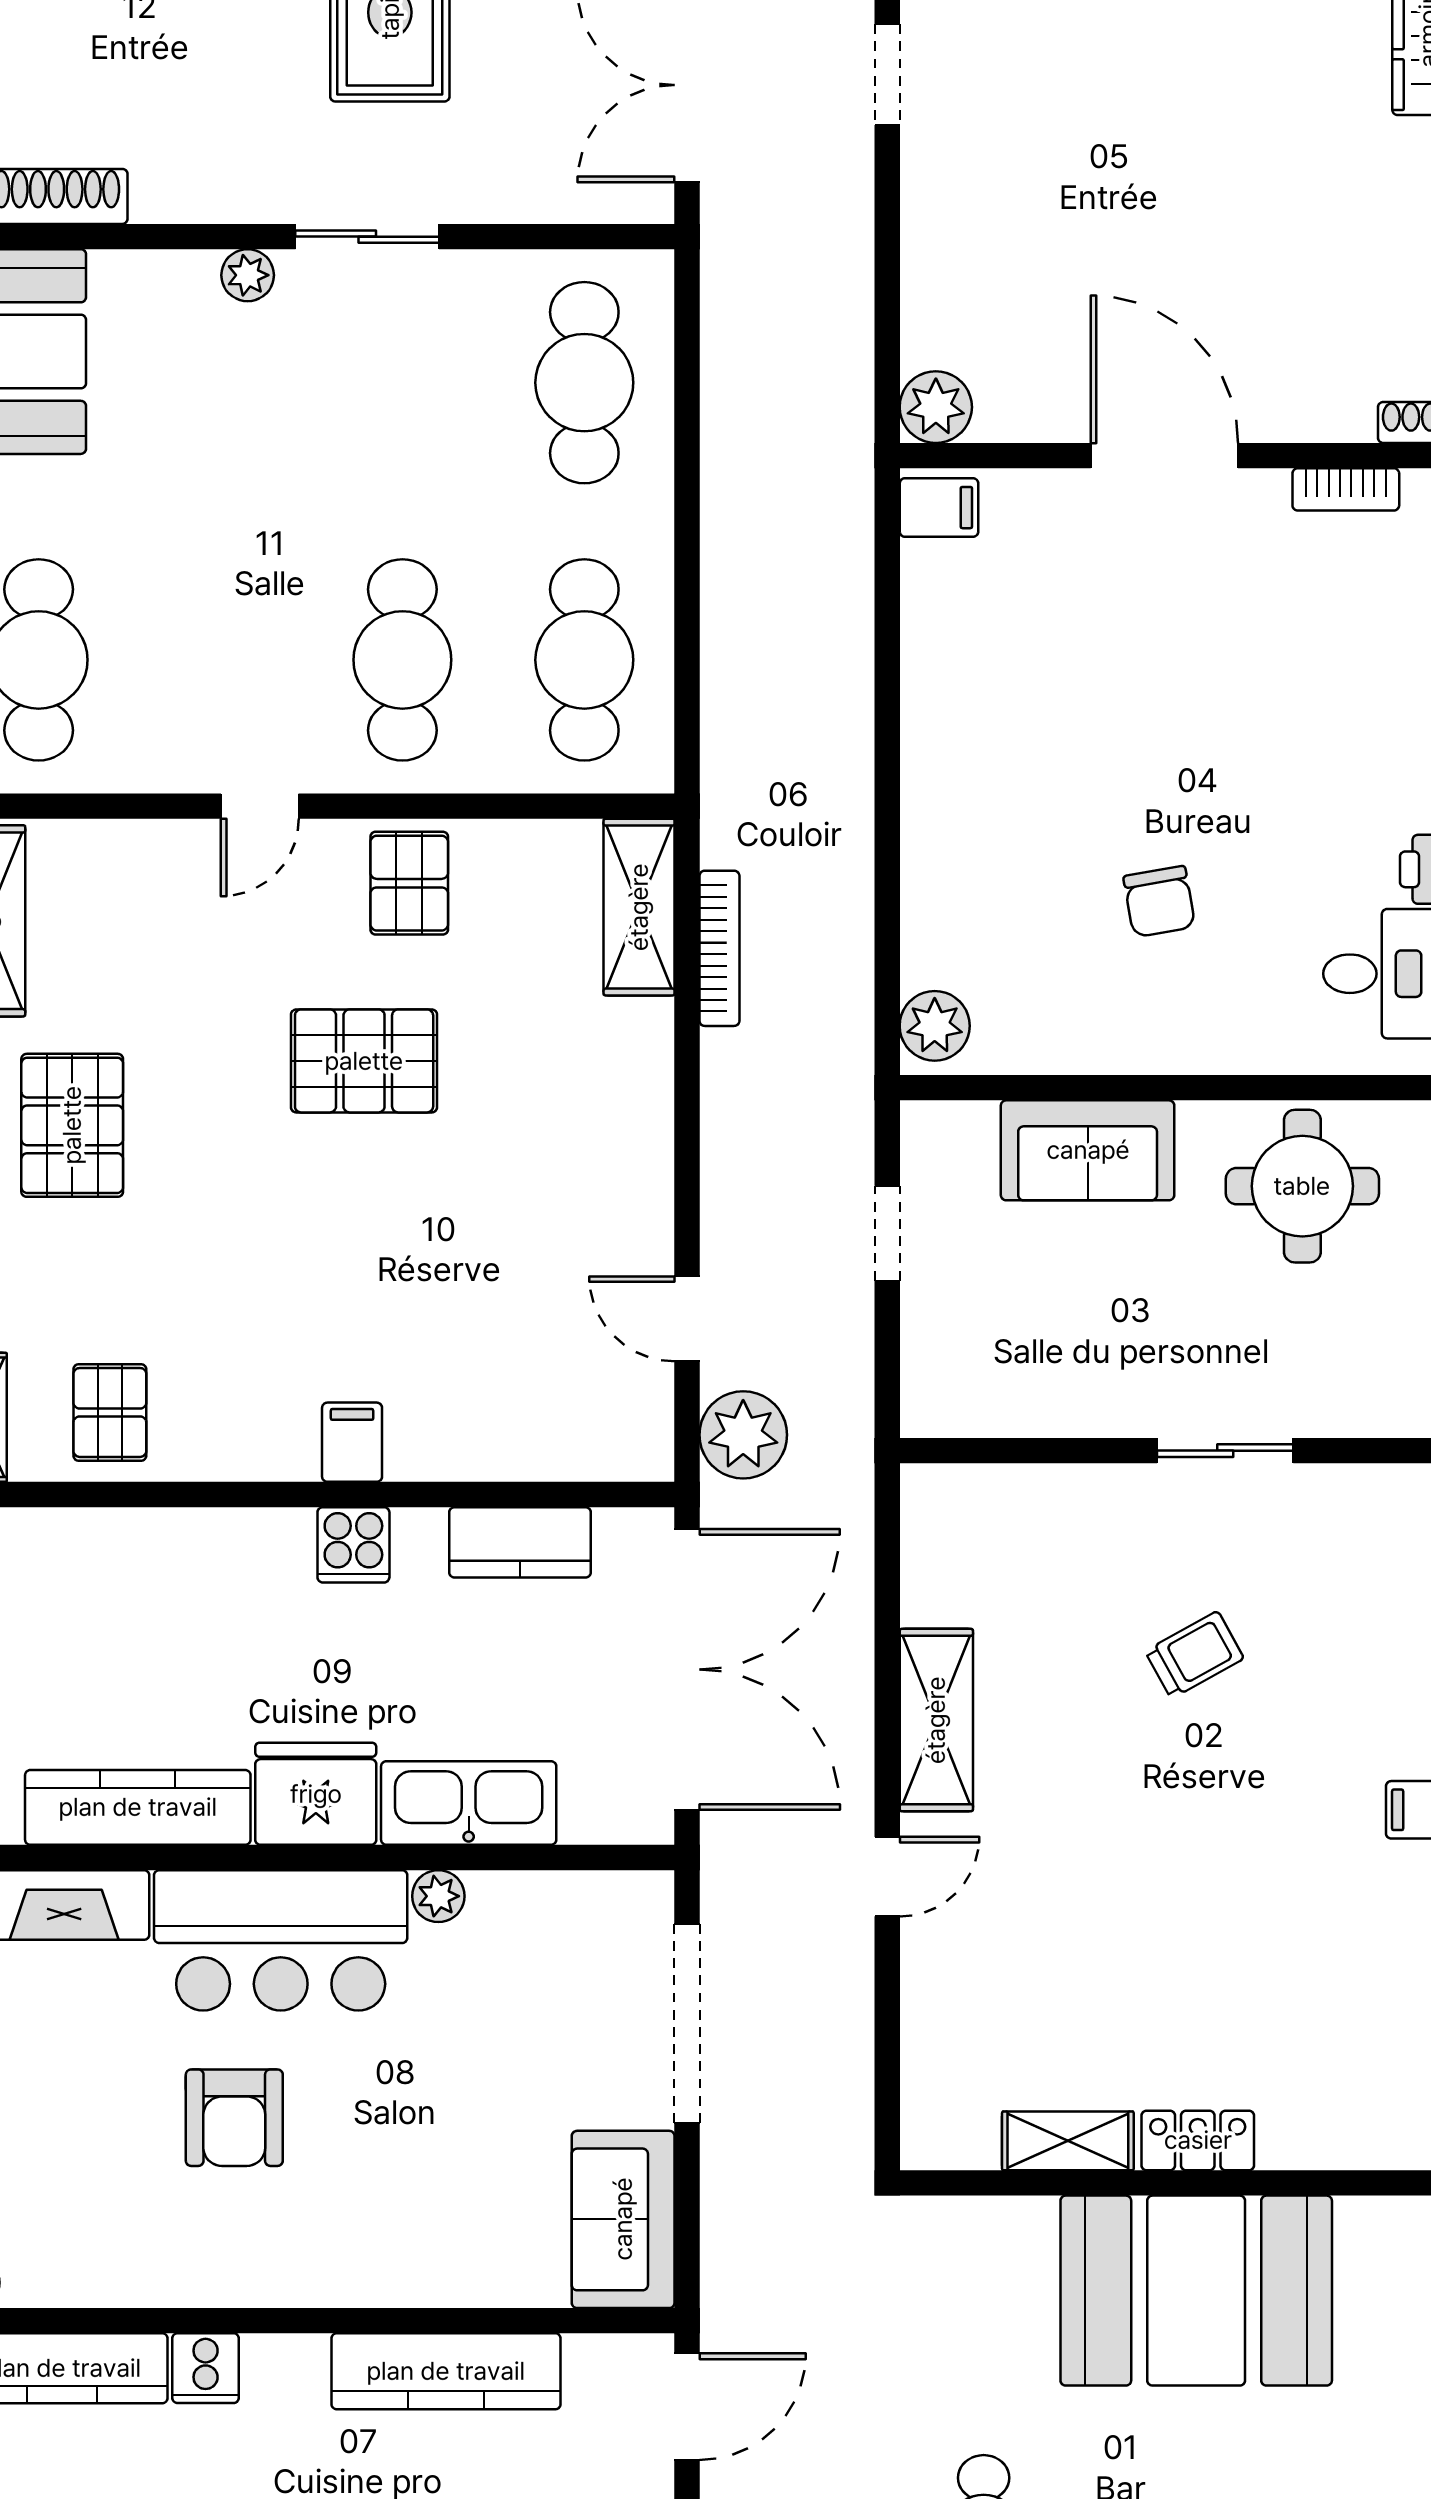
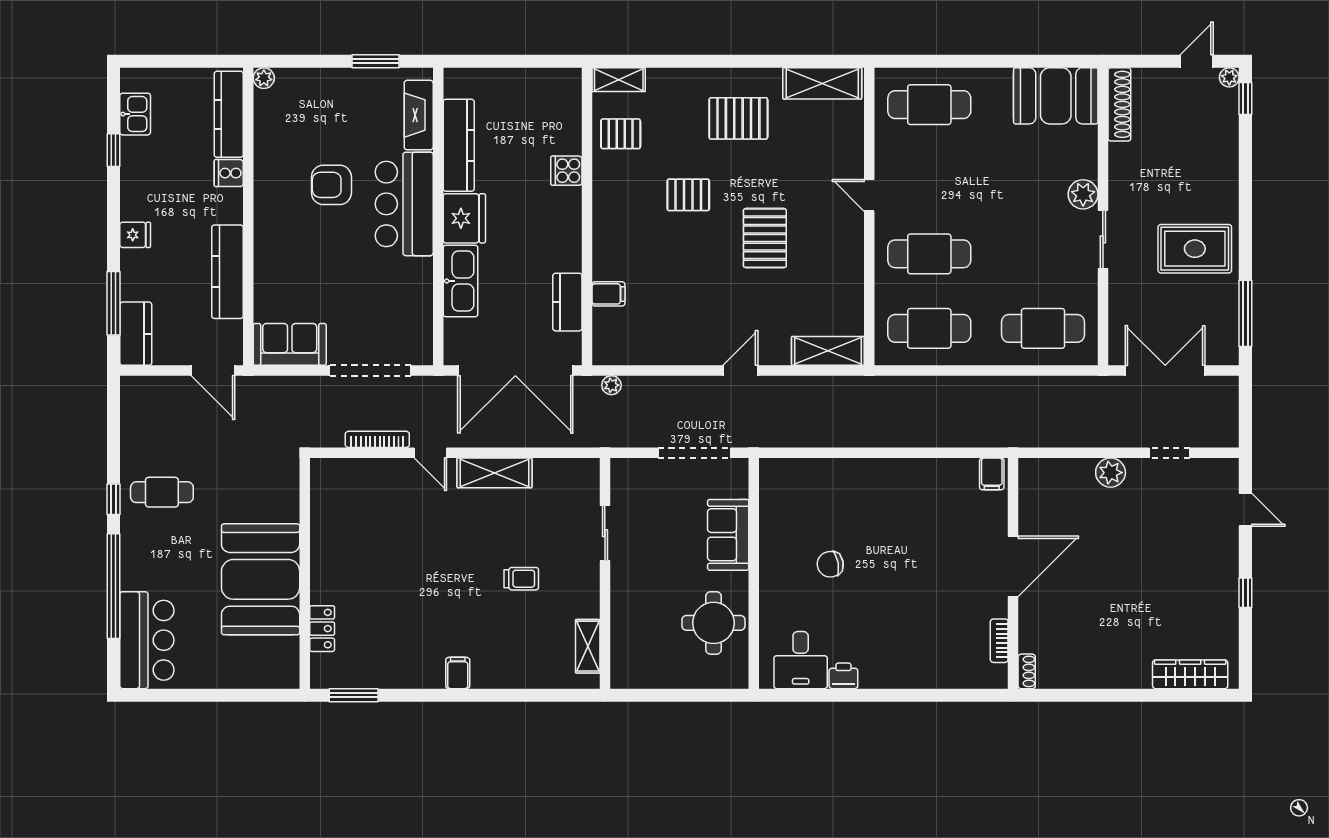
plant: (248, 275) -> (1083, 194), width x1.38, depth x1.38
plant: (936, 407) -> (1111, 473), moved
pallet: (409, 883) -> (688, 195), moved
bookcase: (719, 948) -> (377, 439), moved, turned 180
plant: (935, 1026) -> (779, 472), removed
doorway: (887, 1233) -> (694, 453), width x1.88
door: (687, 1319) -> (740, 371), moved
plant: (743, 1435) -> (611, 385), width x0.53, depth x0.53
filing cabinet: (352, 1442) -> (608, 294), moved
sliding door: (1225, 1451) -> (605, 533), moved
cooker: (353, 1545) -> (566, 171), moved
trolley: (1195, 1655) -> (521, 579), turned -61
plant: (438, 1896) -> (422, 269), removed
locker: (1198, 2140) -> (322, 629), moved
shelving: (1068, 2141) -> (588, 646), moved

